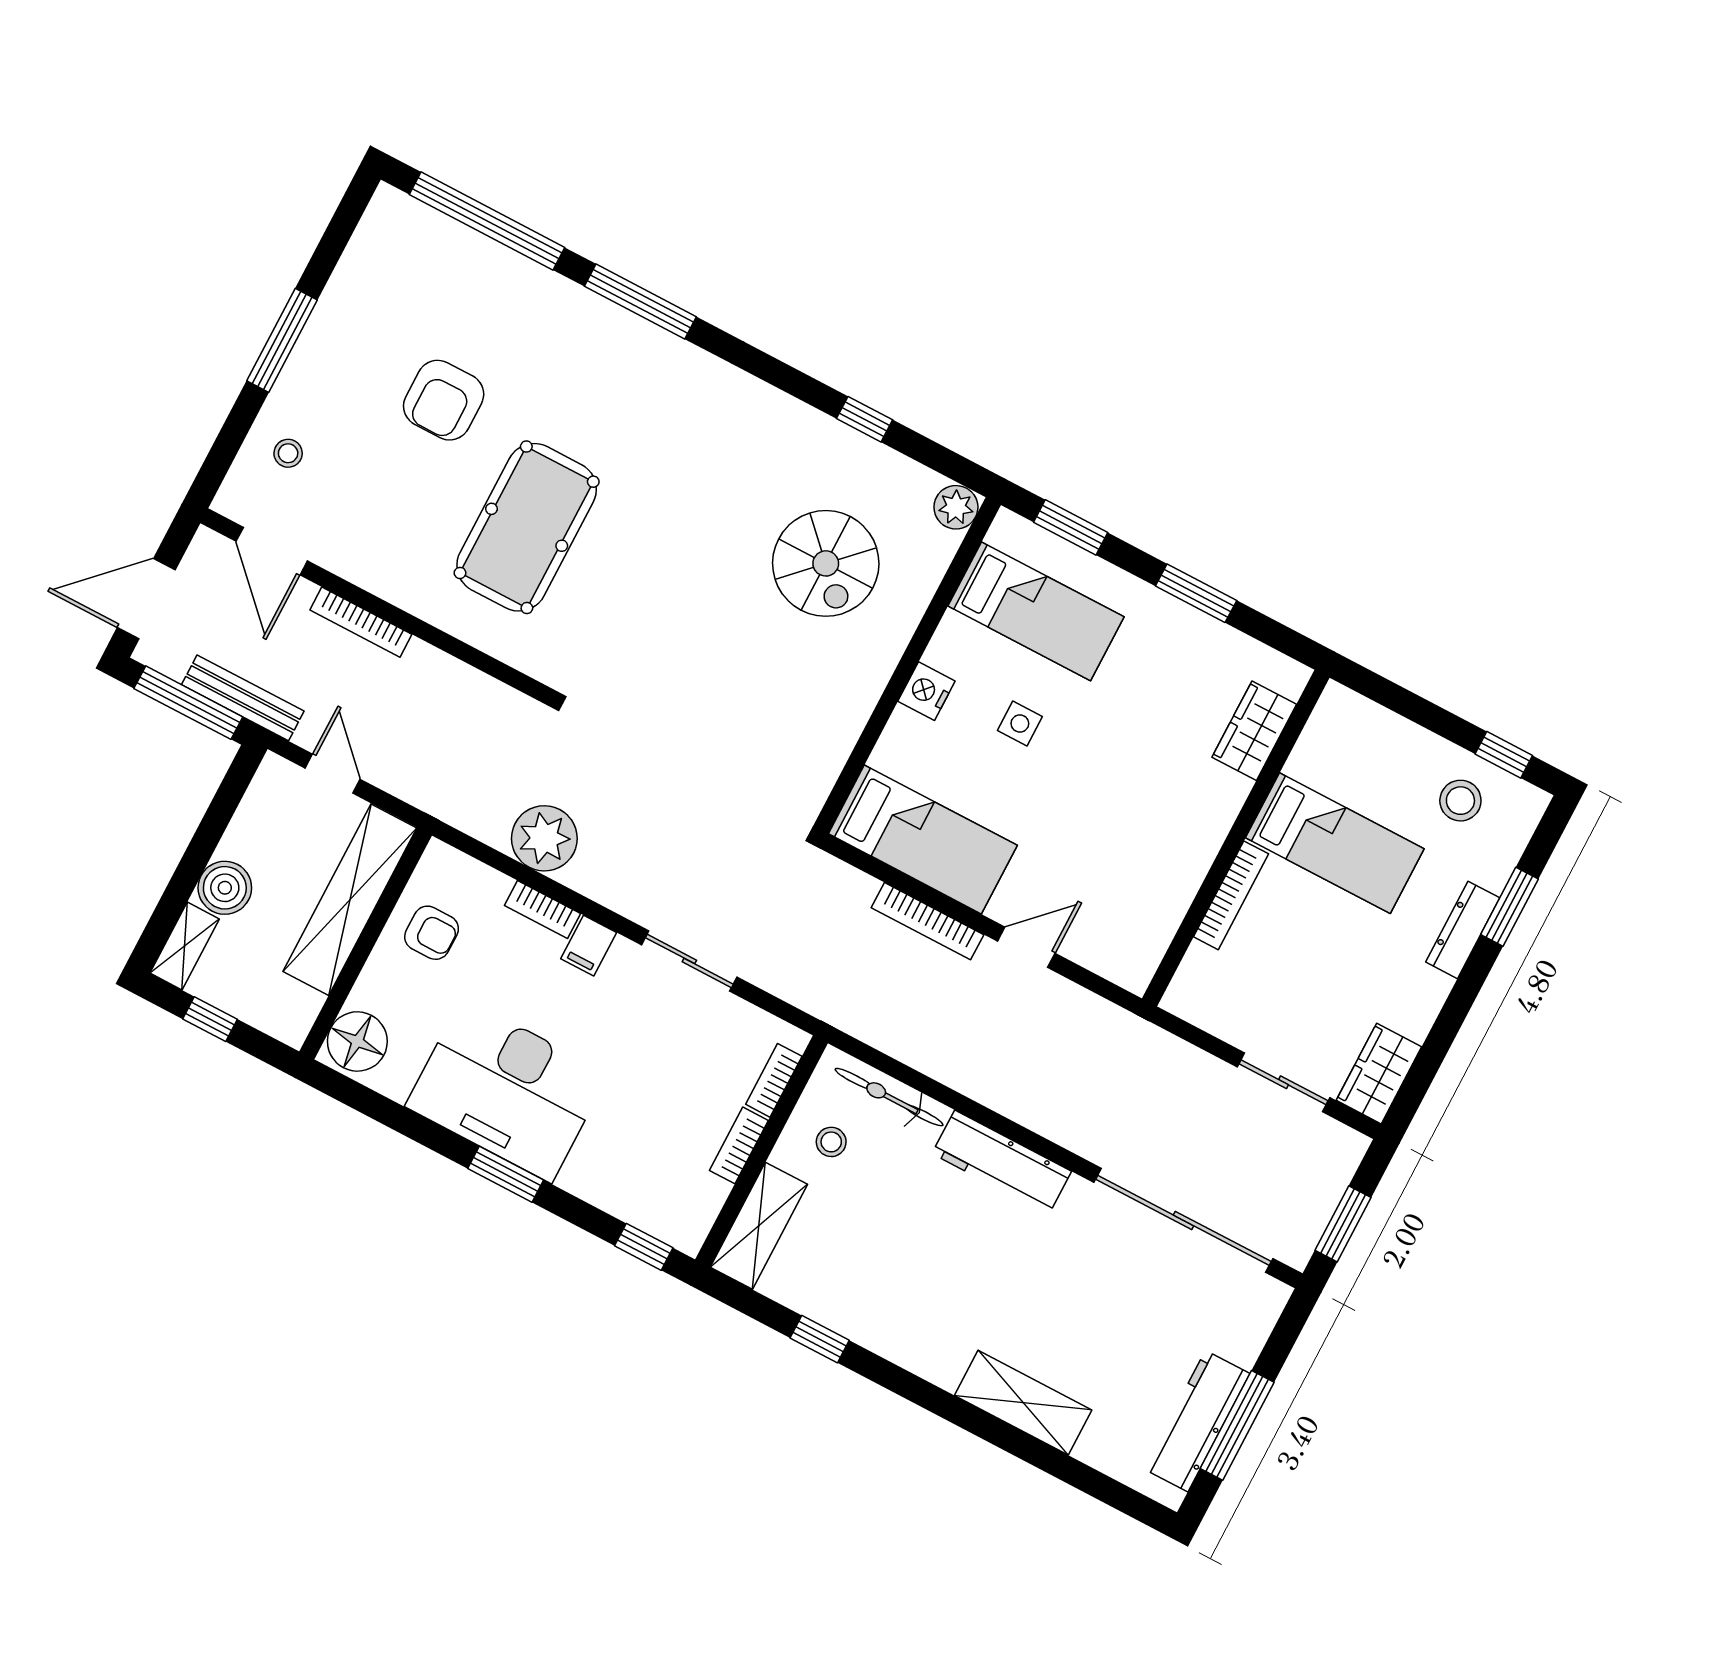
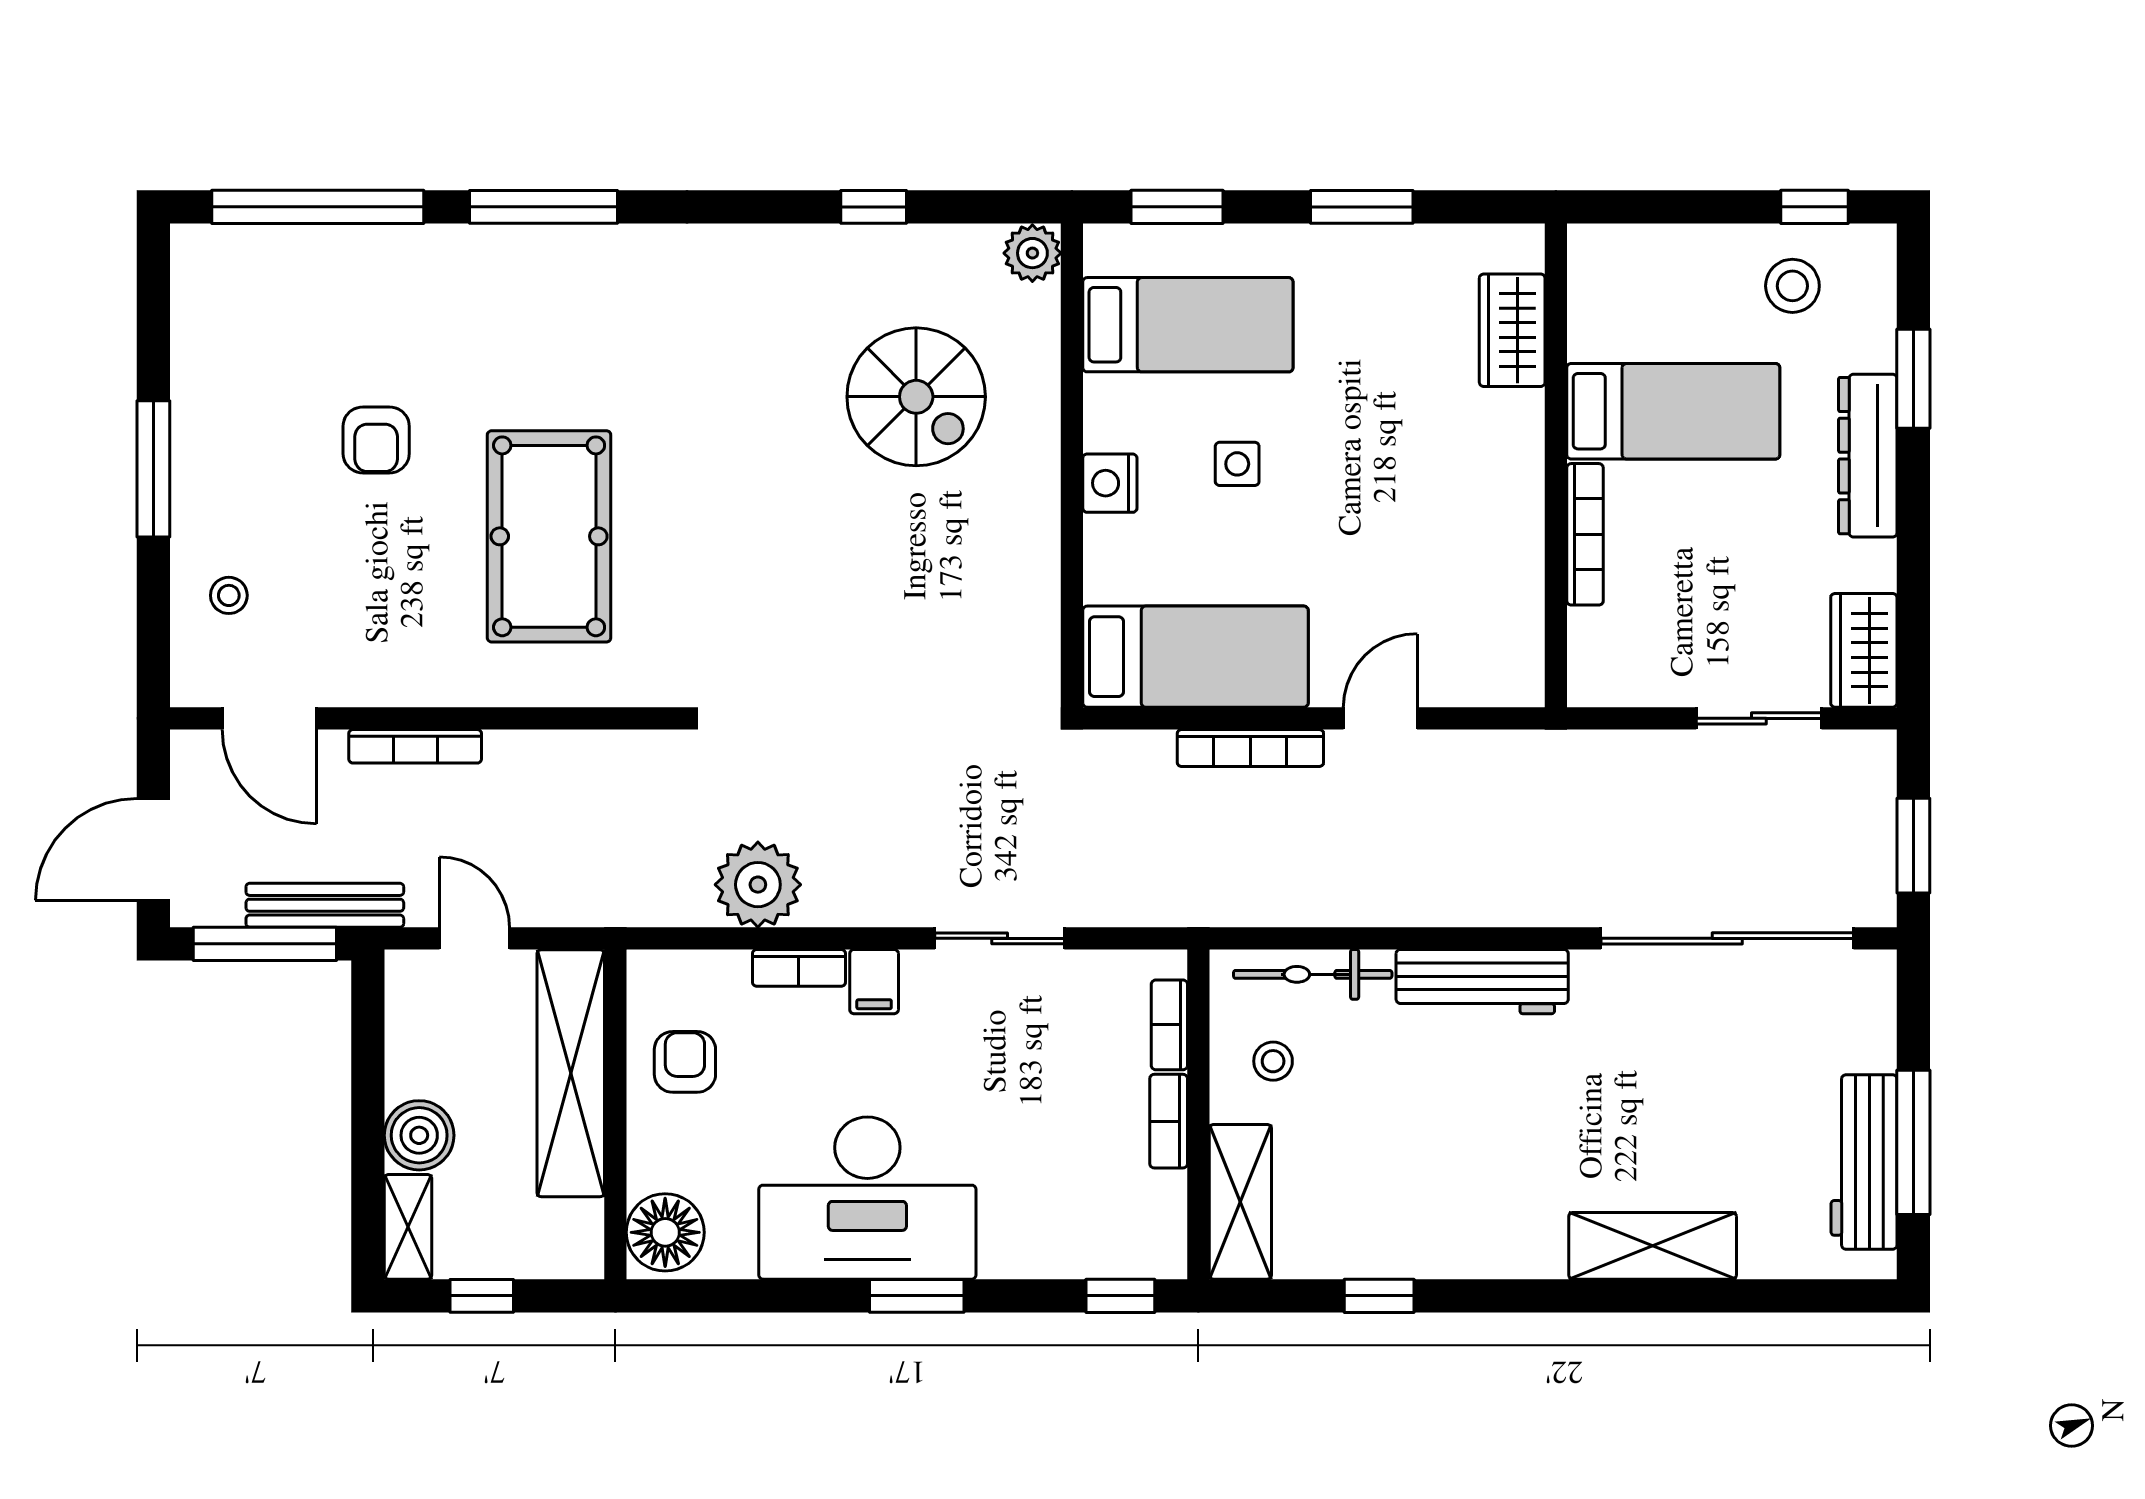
armchair: (444, 400) -> (376, 440), width x0.72, depth x0.72
dresser: (1463, 930) -> (1868, 456), width x1.37, depth x1.24
armchair: (432, 933) -> (685, 1062), turned -90

